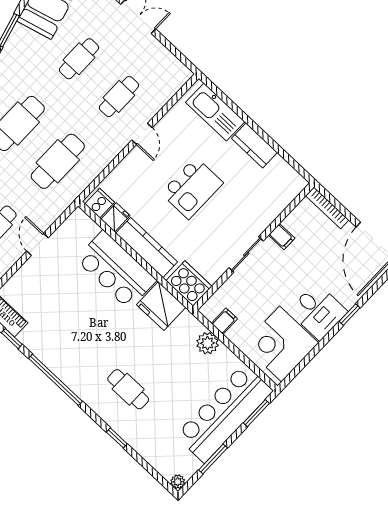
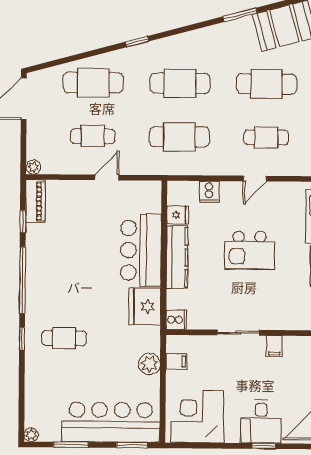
cafe table: (79, 59) -> (266, 84), width x1.37, depth x1.35
cooker: (100, 203) -> (209, 192), moved, turned 90
cooker: (189, 283) -> (176, 320), width x0.53, depth x0.76
desk: (318, 311) -> (261, 422), moved
cafe table: (128, 389) -> (64, 338), turned 90
window: (117, 438) -> (22, 339), moved

